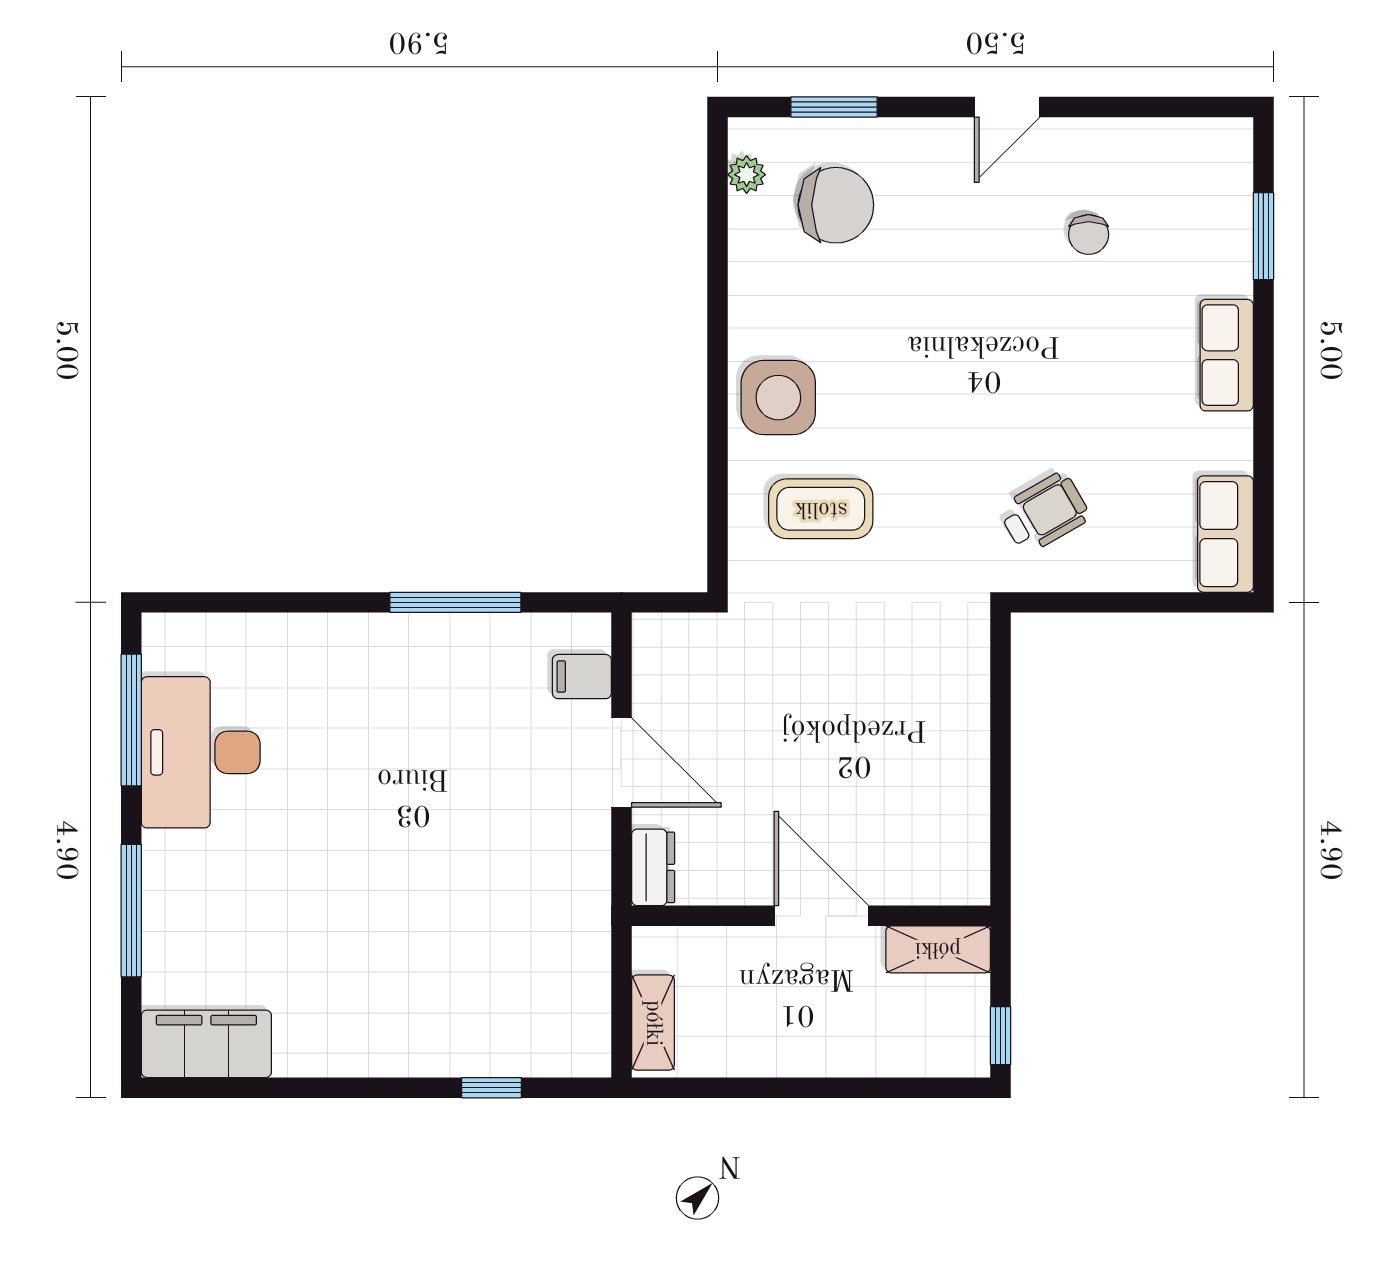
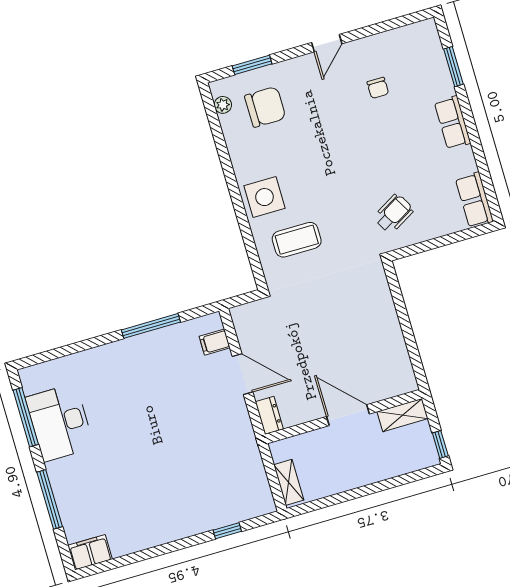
filing cabinet: (206, 1044) -> (90, 552), width x0.67, depth x0.86

